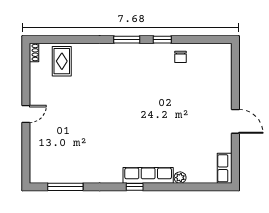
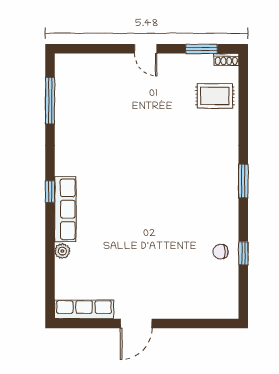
window: (162, 40) -> (243, 253), moved
window: (26, 71) -> (202, 49), added
row of seats: (225, 168) -> (84, 309), width x1.48

